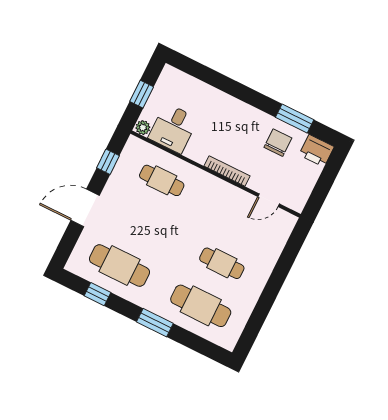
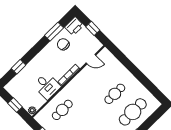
window: (211, 77) -> (19, 67), added
desk: (173, 128) -> (47, 86), moved
window: (324, 185) -> (93, 28), added
door: (269, 200) -> (91, 59), hinge flipped

